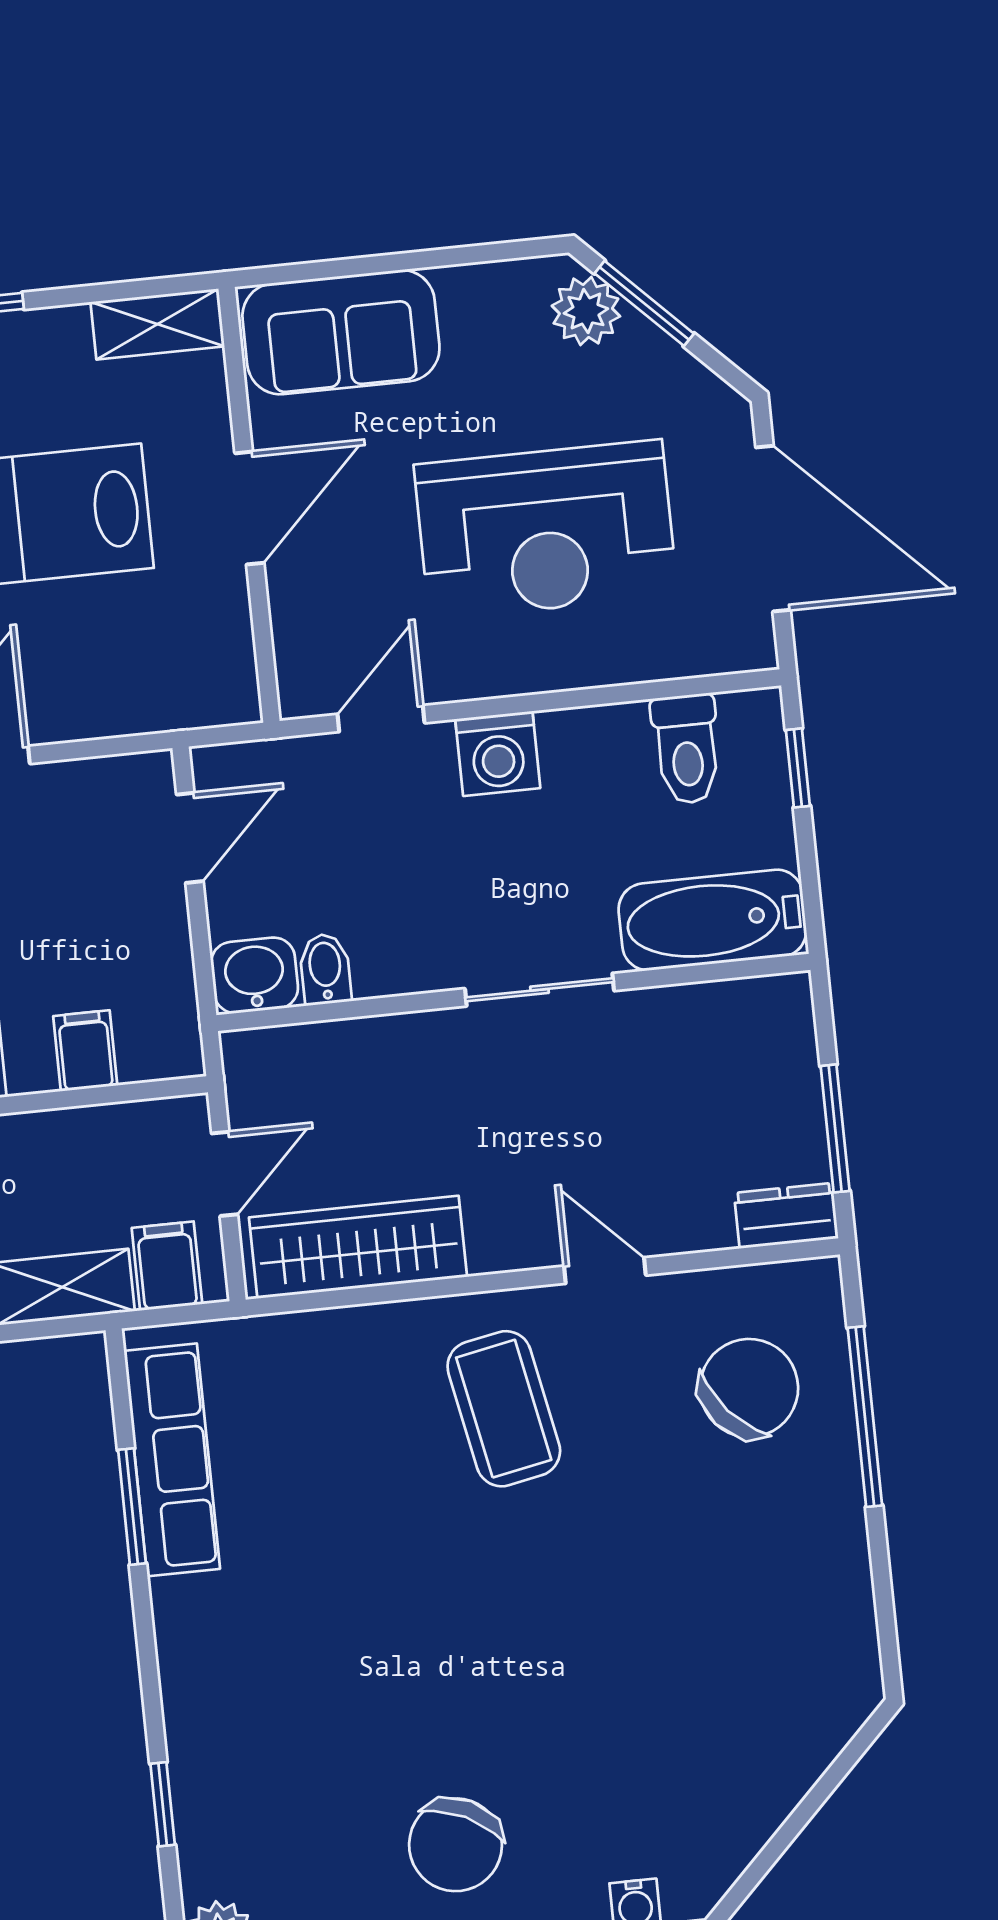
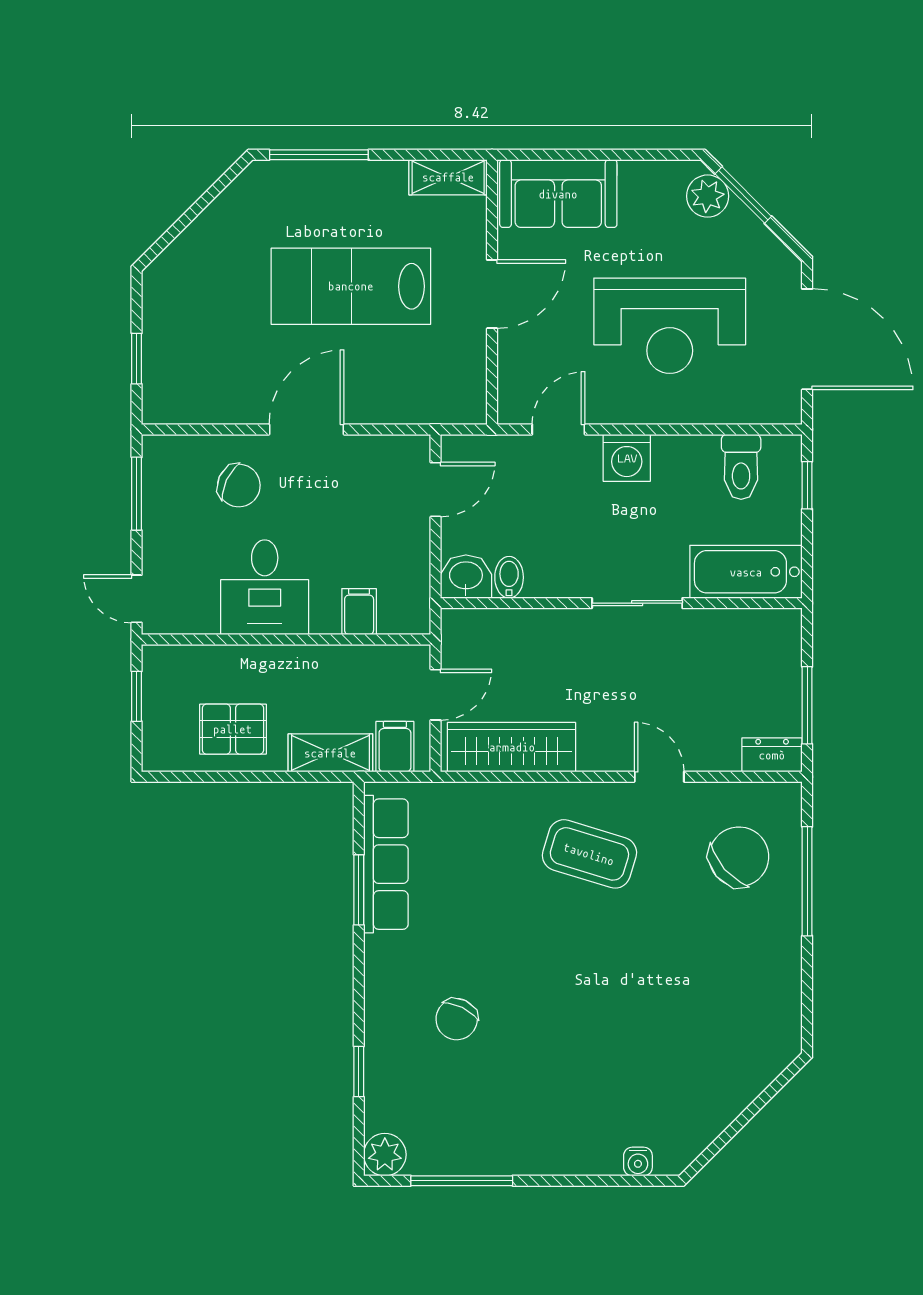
coffee table: (504, 1409) -> (589, 854), turned -62
chair: (456, 1845) -> (457, 1019), moved, width x0.73, depth x0.73

